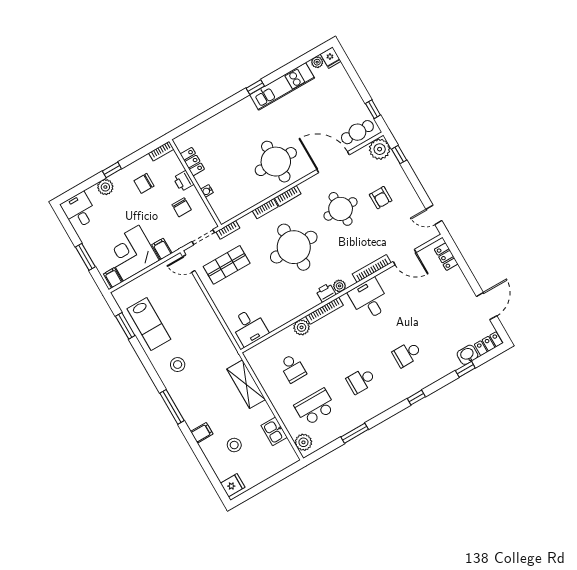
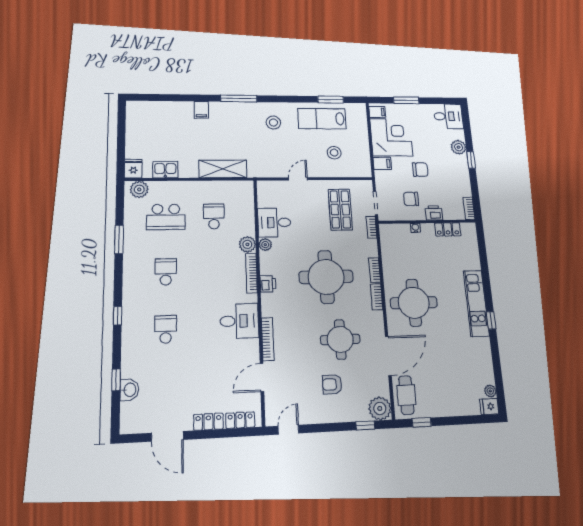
kitchen unit: (282, 86) -> (476, 303), moved
chair: (144, 183) -> (420, 170), moved, turned 90
door: (189, 264) -> (298, 179), moved
plant: (340, 286) -> (265, 245), moved
desk: (249, 327) -> (274, 223), moved
locker: (489, 344) -> (208, 422), moved, turned -90
school desk: (293, 368) -> (214, 216), turned 90
school desk: (315, 407) -> (166, 217), turned 90
stool: (234, 445) -> (334, 153), moved
fridge: (233, 485) -> (133, 169), moved, turned 180

